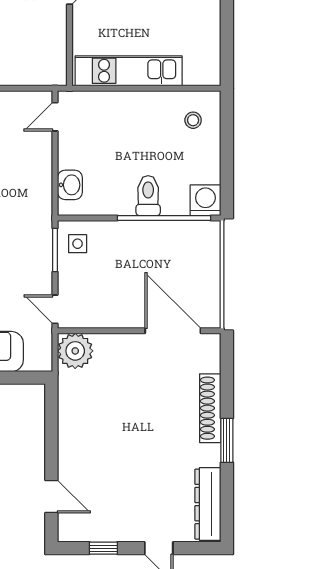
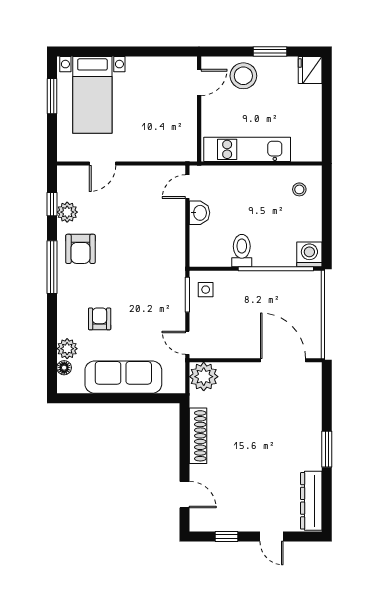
washbasin: (70, 185) -> (199, 213), moved
toilet: (148, 196) -> (242, 251), moved
shoe rack: (210, 408) -> (198, 436), moved, turned 180

